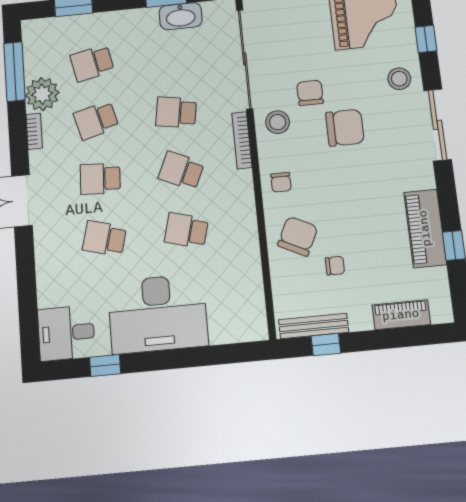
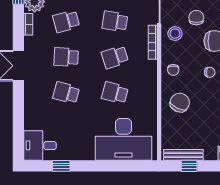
school desk: (181, 171) -> (115, 57), turned -42
chair: (335, 266) -> (210, 72), moved
desk: (158, 314) -> (124, 139), moved

